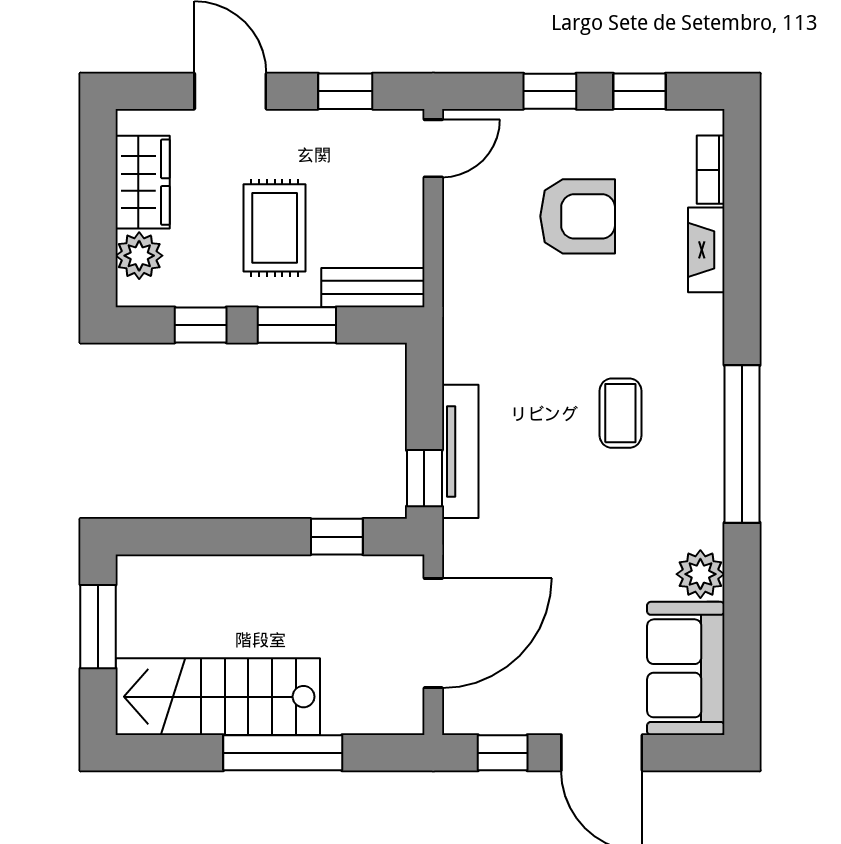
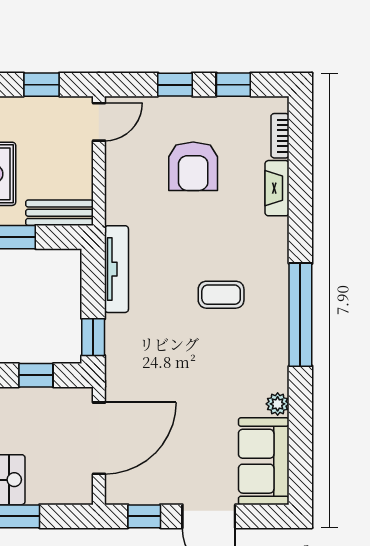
armchair: (578, 216) -> (193, 166), turned 90
coffee table: (620, 413) -> (221, 295), turned 90
tv unit: (460, 451) -> (116, 269), moved
plant: (700, 574) -> (278, 404), width x0.73, depth x0.73

